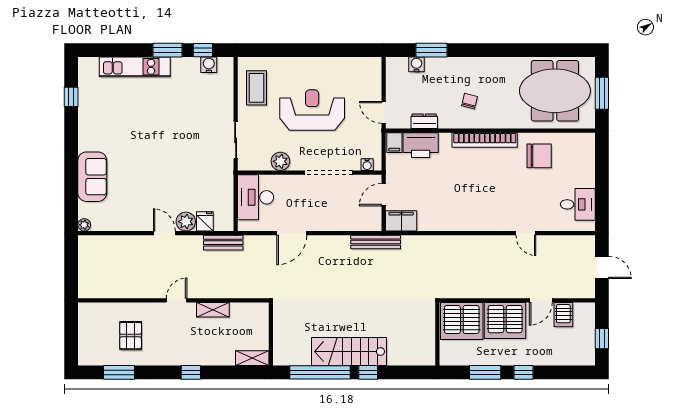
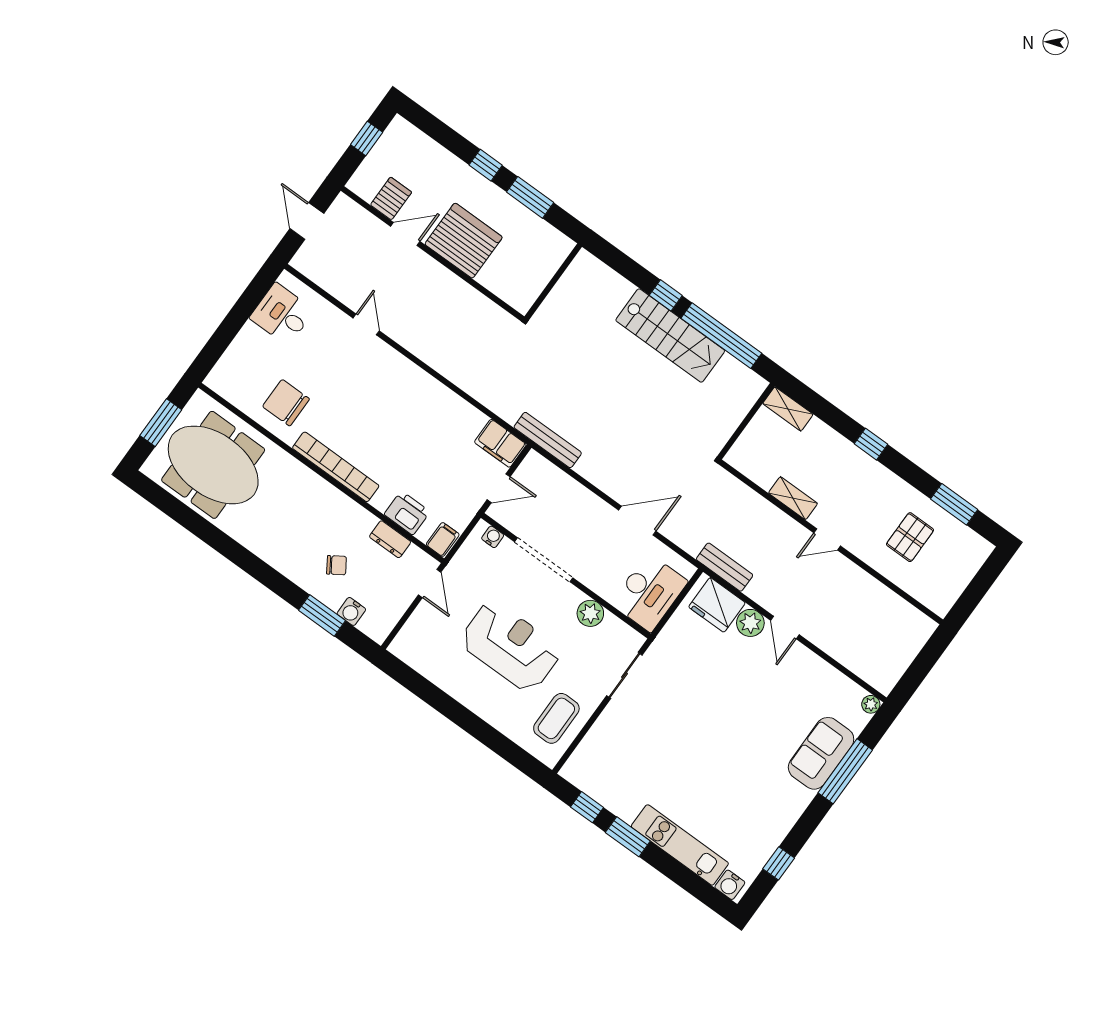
water cooler: (209, 65) -> (730, 885), moved
chair: (470, 101) -> (336, 565), moved, turned -137
reception desk: (312, 110) -> (511, 646), turned 180
printer: (421, 145) -> (407, 513), width x0.73, depth x0.84
window: (71, 176) -> (845, 771), added
fridge: (205, 221) -> (717, 605), width x1.88, depth x1.34
server rack: (462, 321) -> (514, 276), removed

